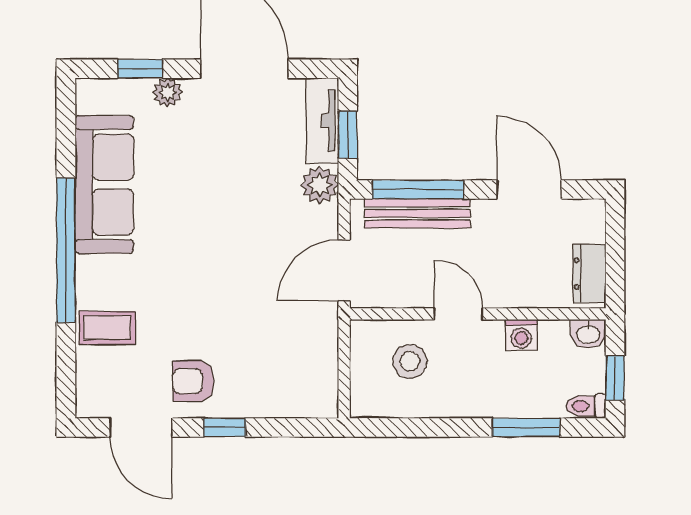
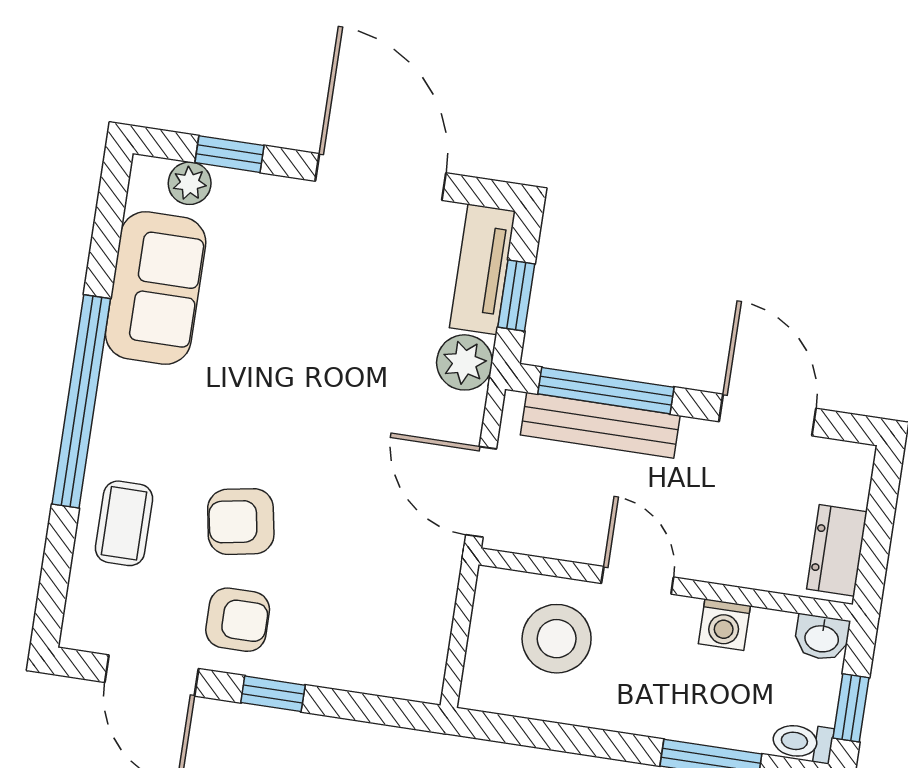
plant: (168, 92) -> (190, 183), moved
sofa: (104, 185) -> (156, 288), width x0.73
door: (344, 270) -> (481, 492), hinge flipped
armchair: (185, 315) -> (241, 522), added
coffee table: (107, 328) -> (124, 523), turned 90
stool: (410, 361) -> (557, 639), width x1.38, depth x1.38
armchair: (193, 381) -> (238, 620), turned 180

